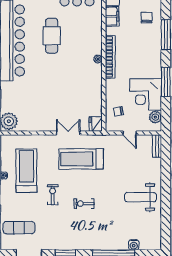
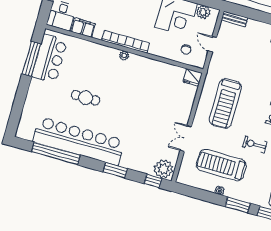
cafe table: (52, 36) -> (86, 98), width x0.73, depth x0.74
double door: (68, 133) -> (186, 139), moved
door: (130, 133) -> (212, 44), swing flipped

